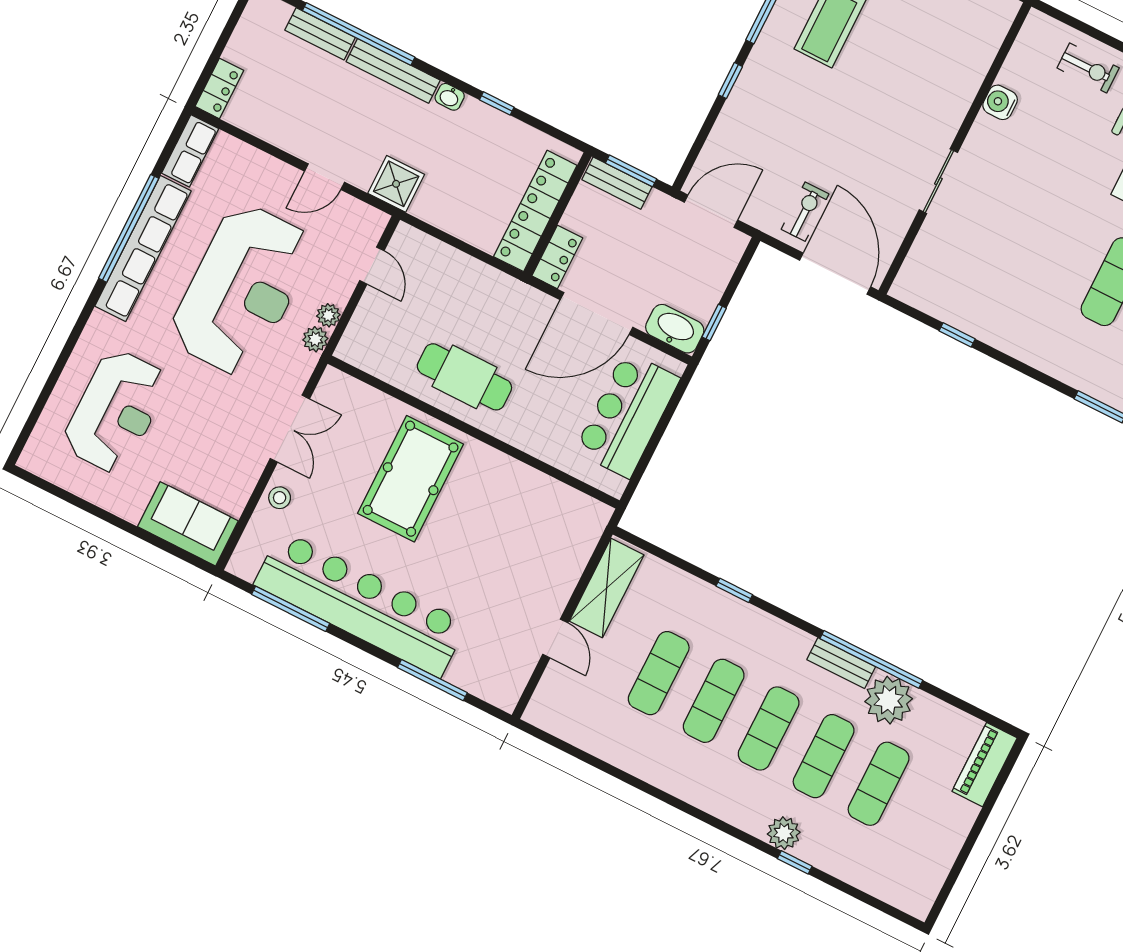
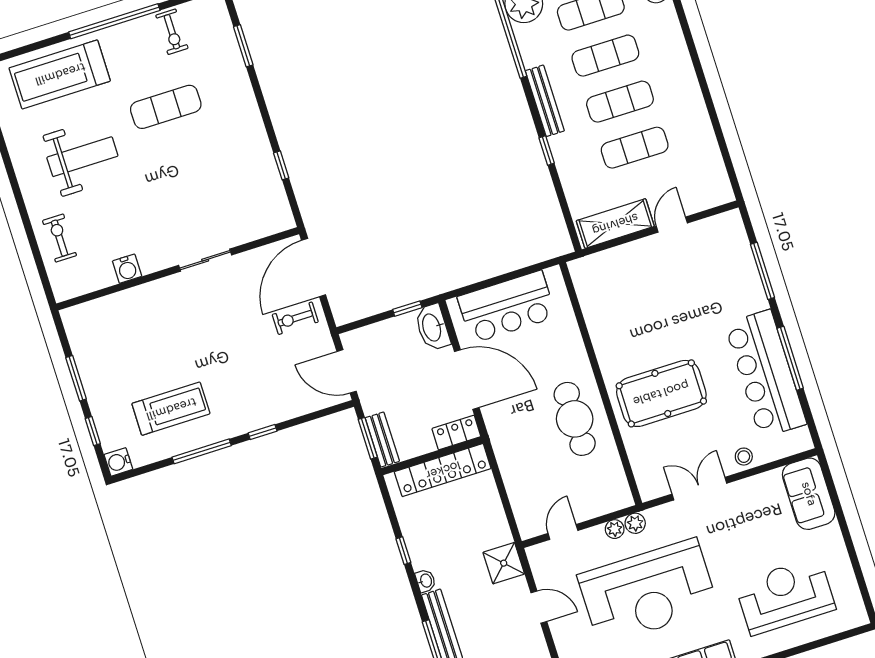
reception desk: (242, 290) -> (648, 592), turned 180
bar counter: (361, 604) -> (766, 374), width x0.73
window: (291, 609) -> (790, 358), moved
bench: (841, 663) -> (545, 101), moved, width x1.36

